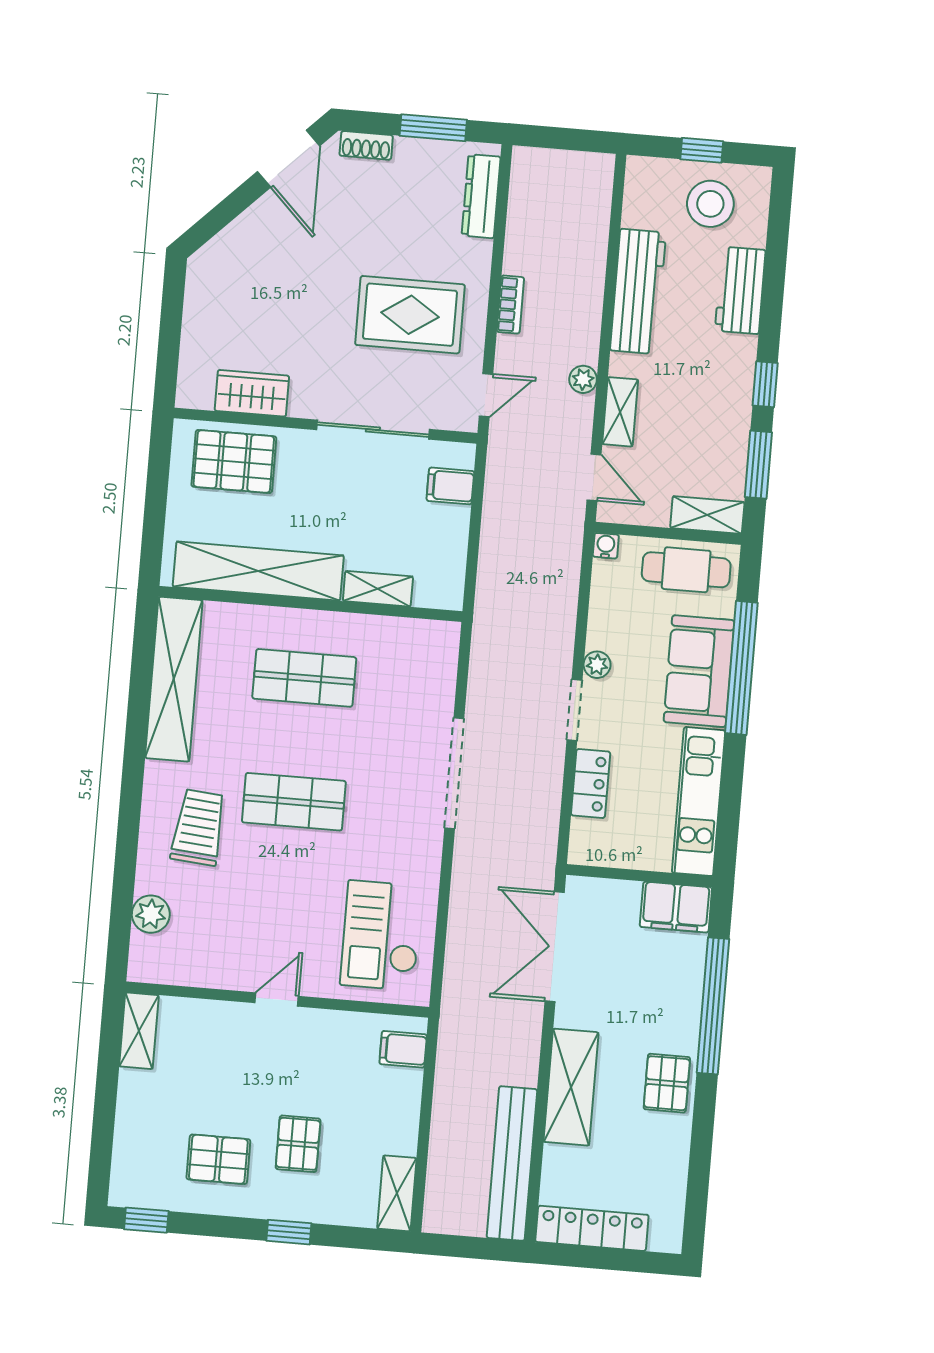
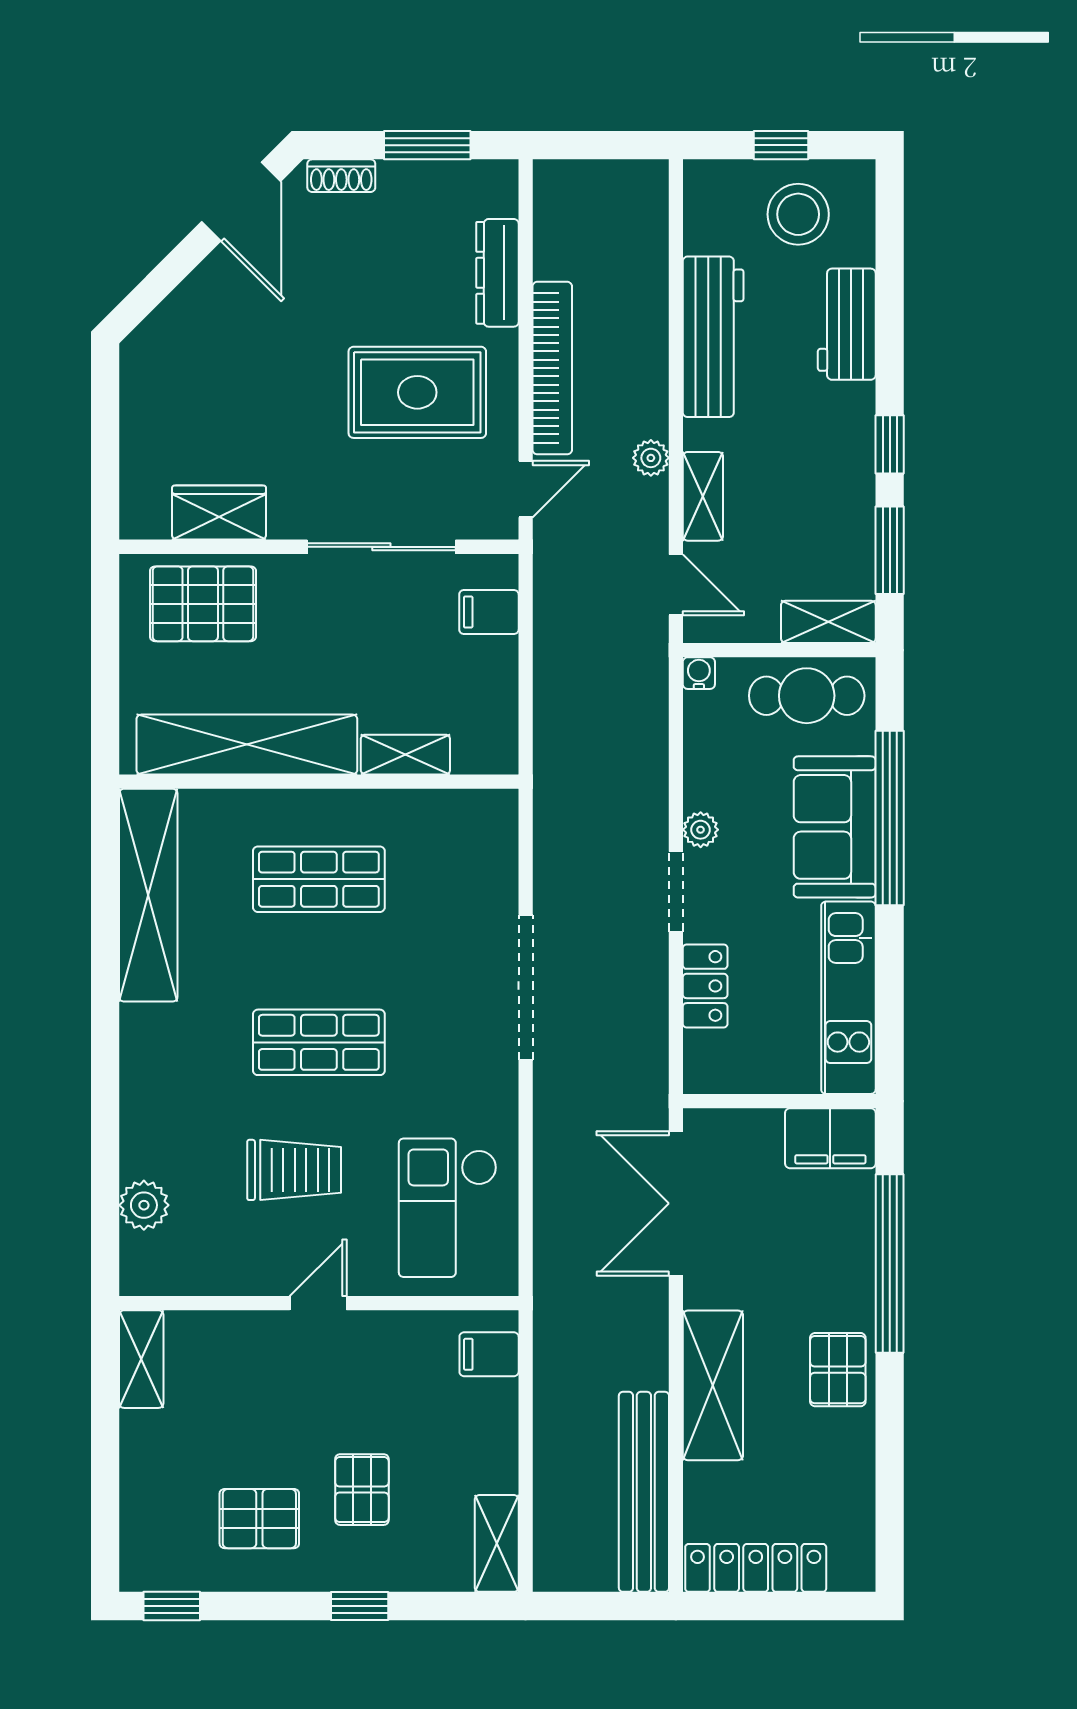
dresser: (481, 196) -> (497, 273), moved
bookcase: (510, 305) -> (552, 368), width x2.31, depth x1.31
trolley: (199, 827) -> (294, 1170), moved, turned 85

